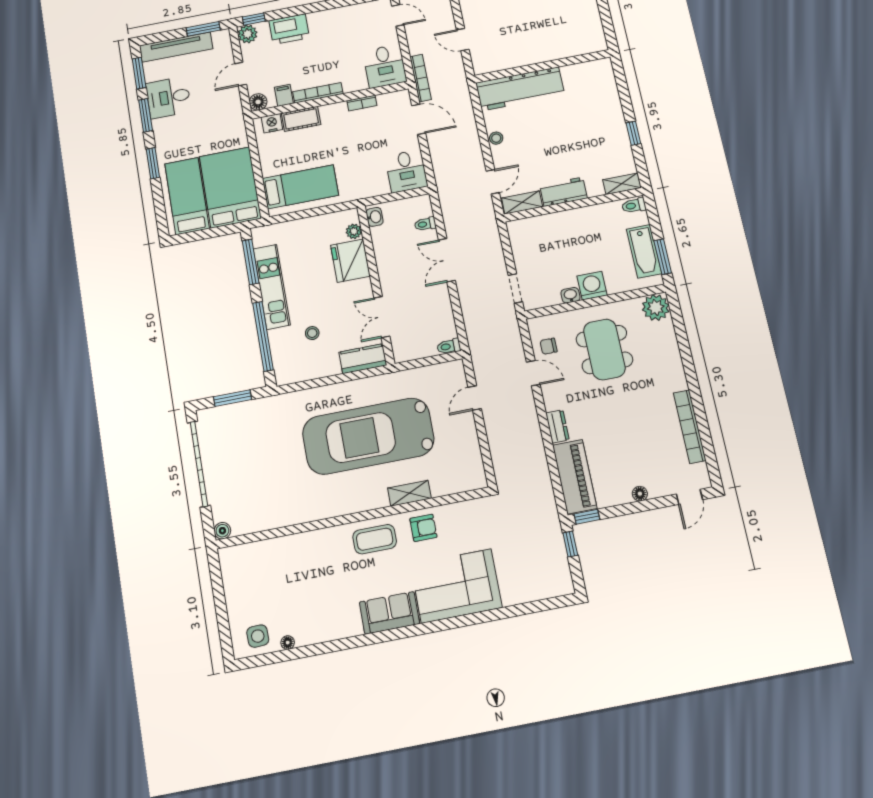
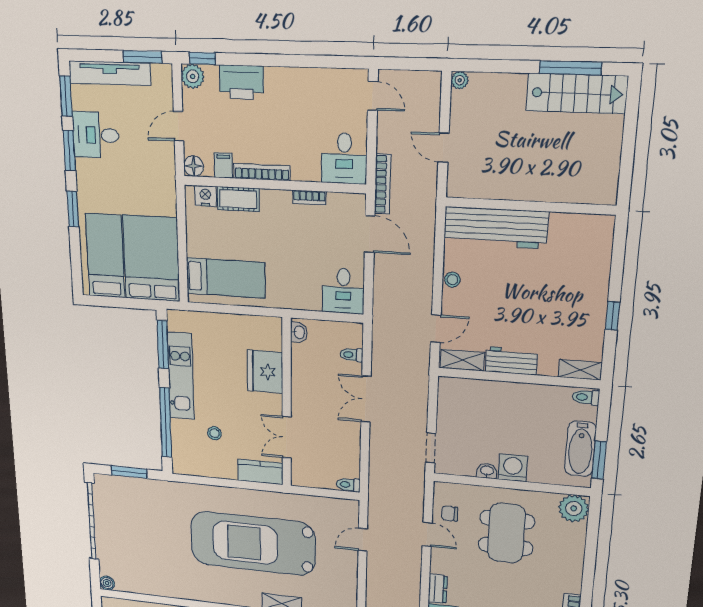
plant: (354, 231) -> (274, 342), removed

